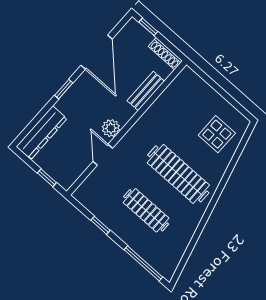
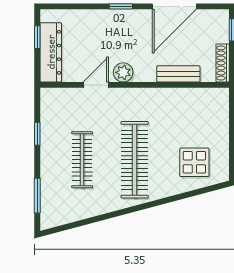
dresser: (42, 133) -> (51, 52), moved, turned -90
window: (47, 178) -> (37, 37), moved
window: (143, 263) -> (37, 196), width x0.69

